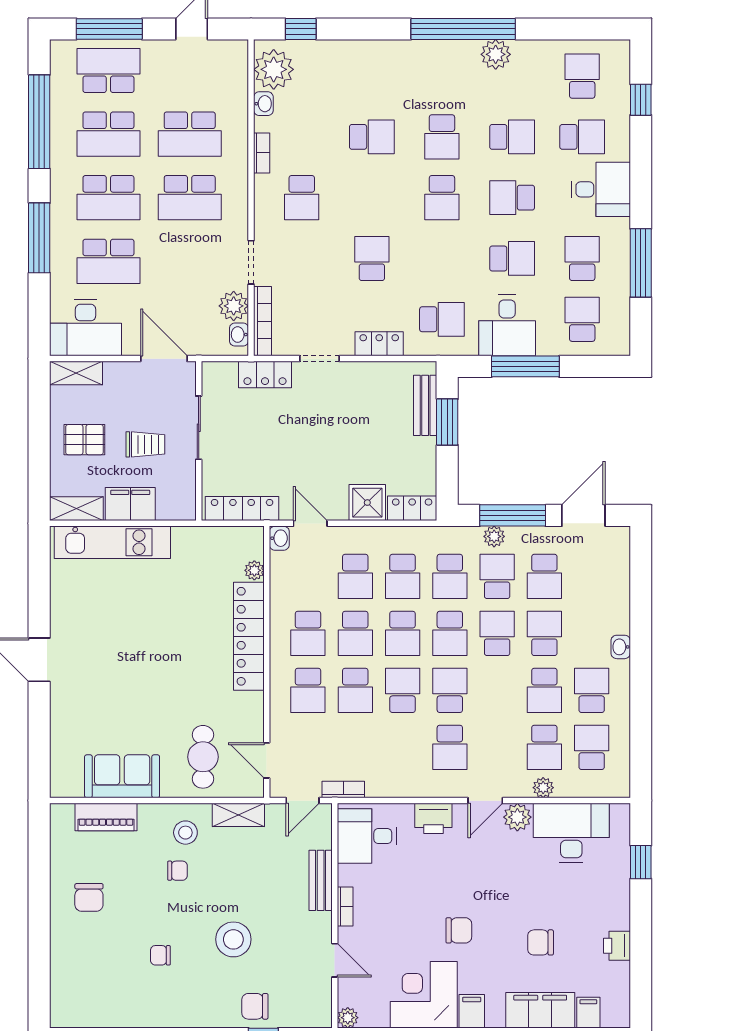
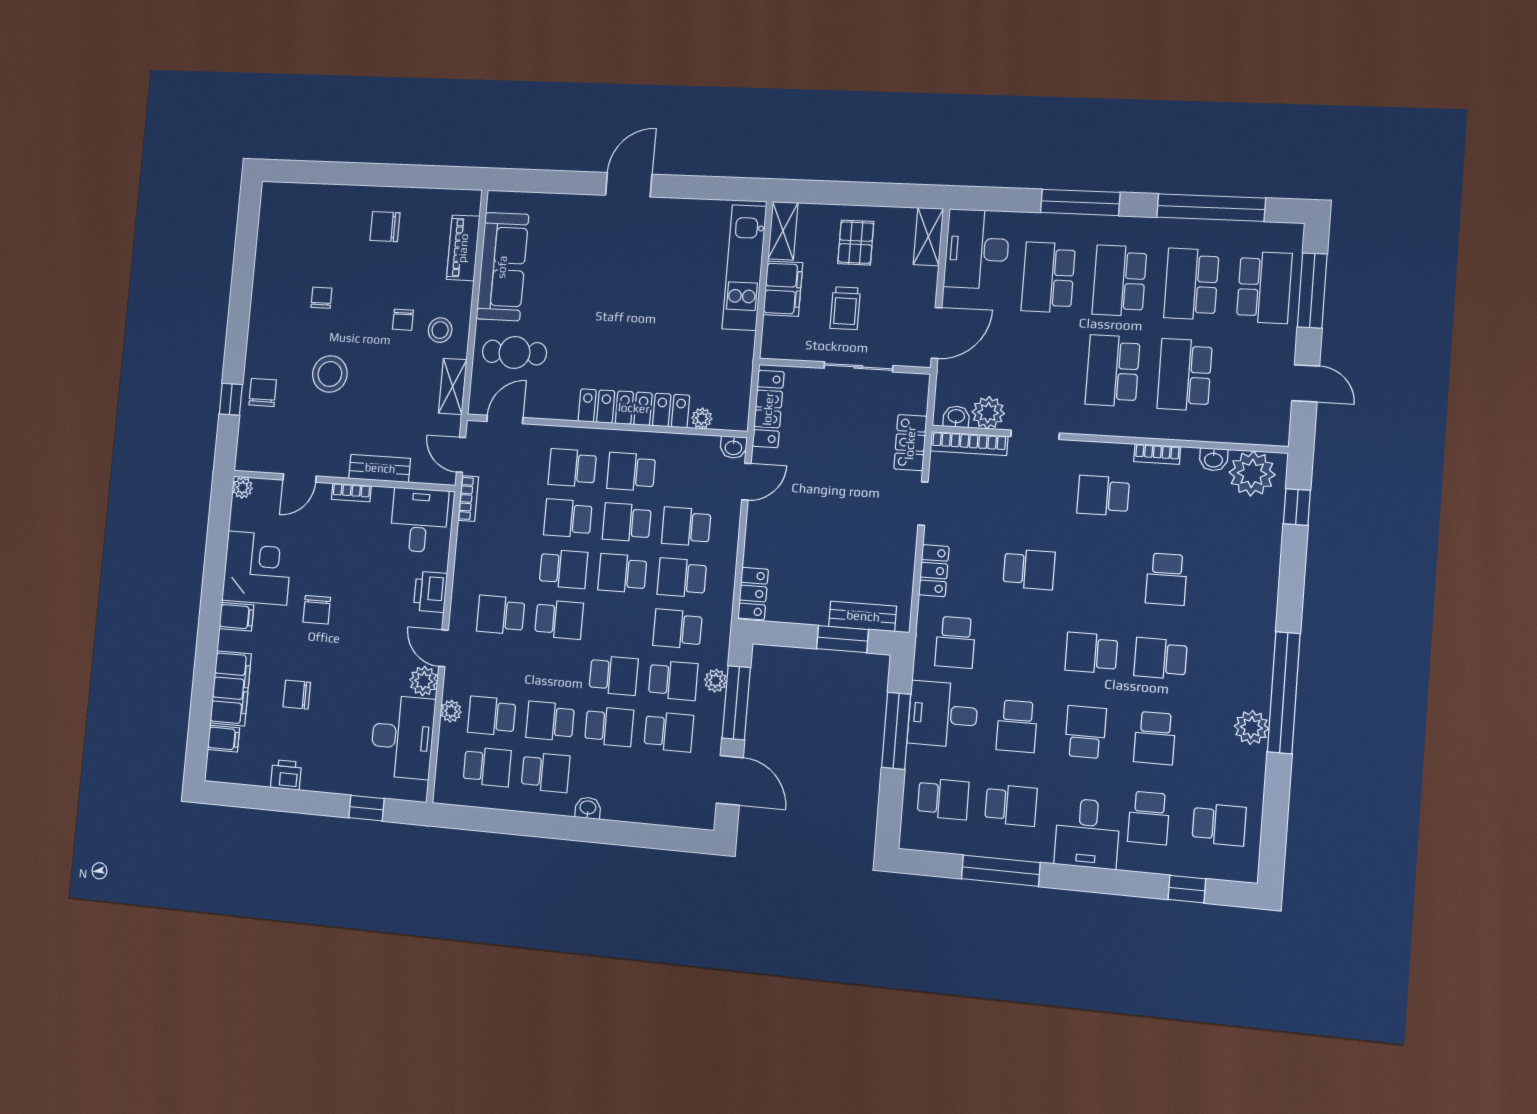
shower: (367, 503) -> (763, 545), removed
school desk: (544, 576) -> (669, 732), turned 180
school desk: (450, 633) -> (618, 624), removed
sofa: (122, 776) -> (502, 267), width x1.36
chair: (541, 942) -> (297, 695), turned -90

